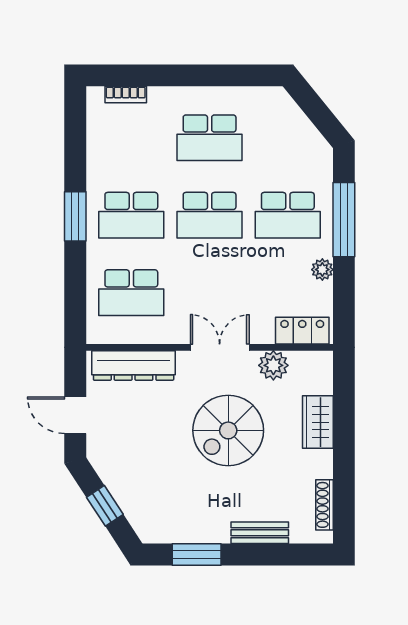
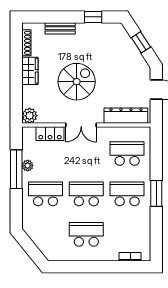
window: (344, 220) -> (16, 169), moved
locker: (302, 331) -> (50, 134), moved
plant: (273, 365) -> (30, 116), moved
wardrobe: (318, 422) -> (30, 71), moved
window: (197, 554) -> (93, 17), width x0.67

